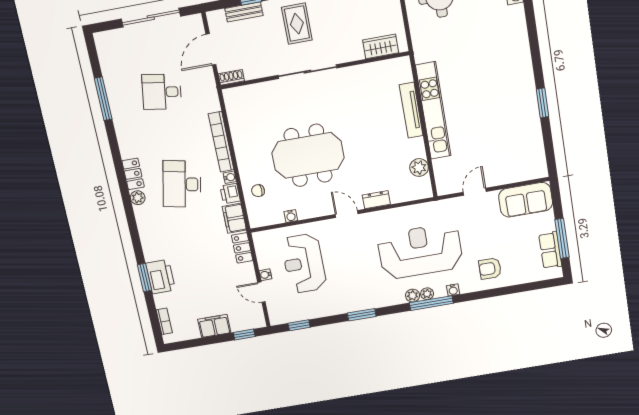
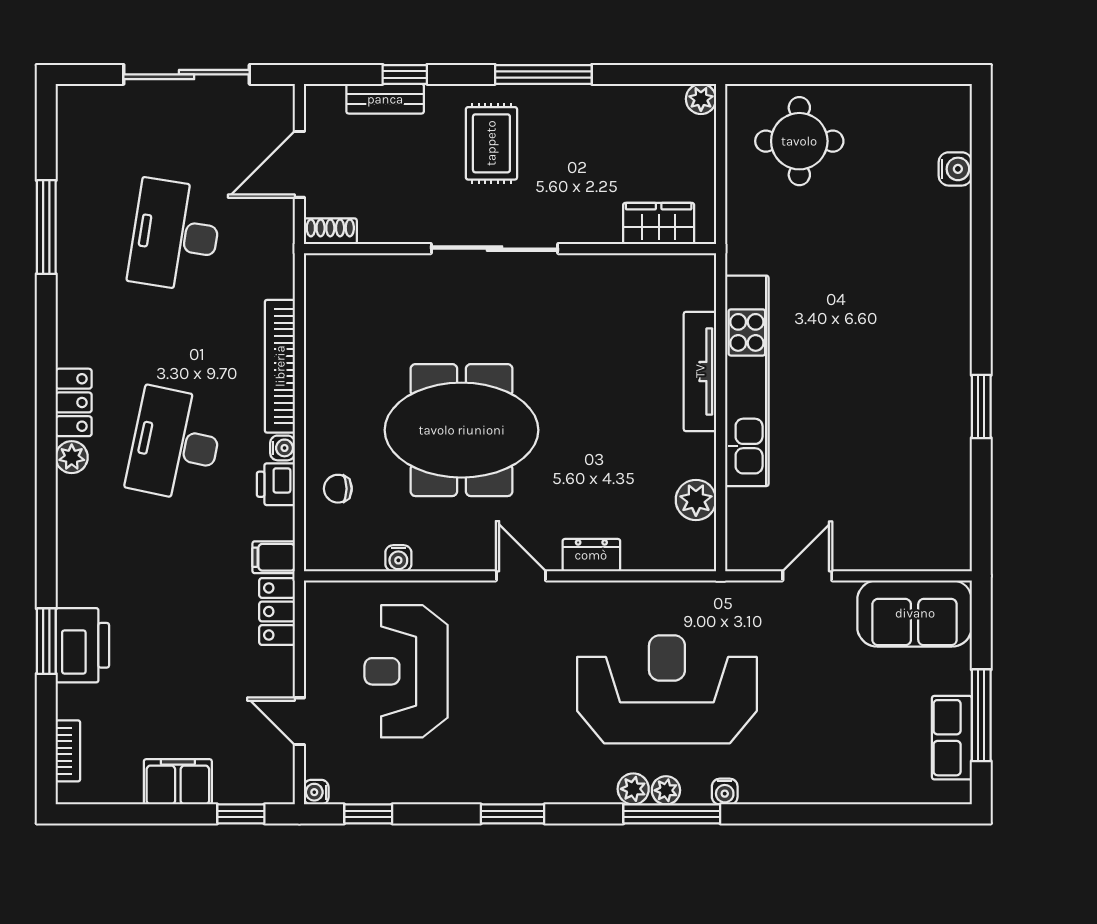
desk: (162, 92) -> (175, 235), width x1.37
filing cabinet: (234, 218) -> (274, 557), width x0.50
armchair: (490, 268) -> (814, 756), removed
water cooler: (265, 275) -> (316, 792), moved

